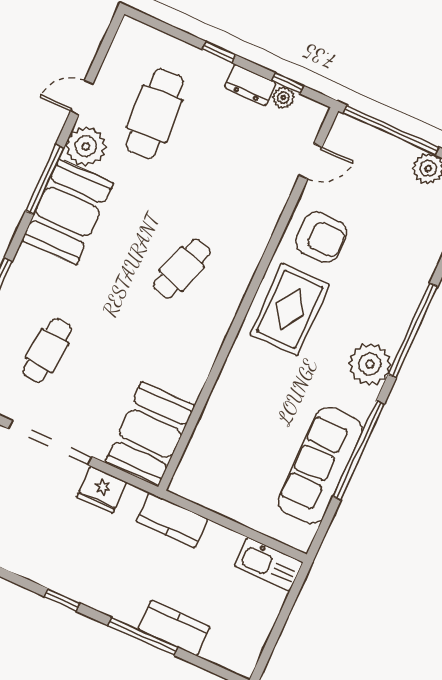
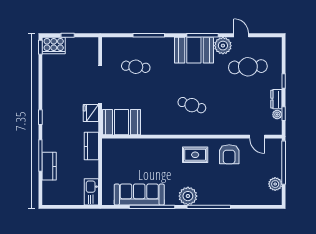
rug: (290, 309) -> (195, 155), width x0.73, depth x0.70

